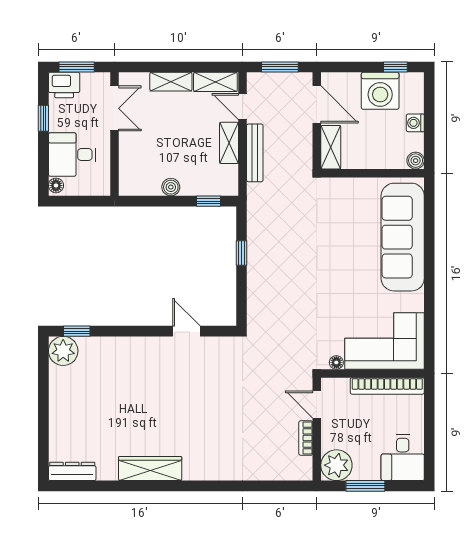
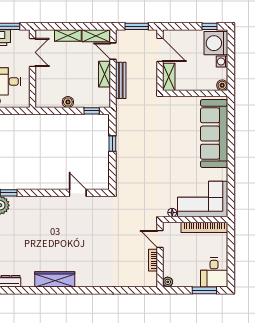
washing machine: (380, 91) -> (216, 43), moved, turned 90
plant: (336, 465) -> (168, 282), width x0.53, depth x0.53
window: (365, 486) -> (204, 290), moved

